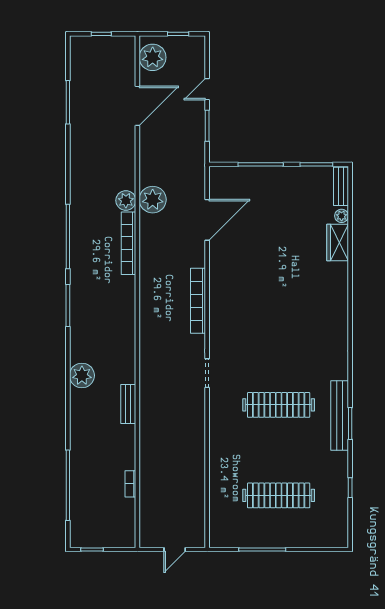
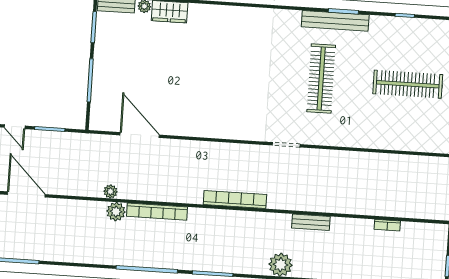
plant: (153, 200) -> (110, 191), width x0.53, depth x0.53
bookcase: (198, 301) -> (235, 199), moved, turned 180
clothes rail: (279, 495) -> (408, 84), turned 90

